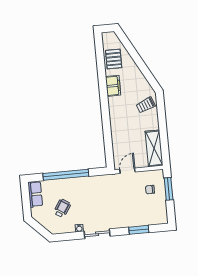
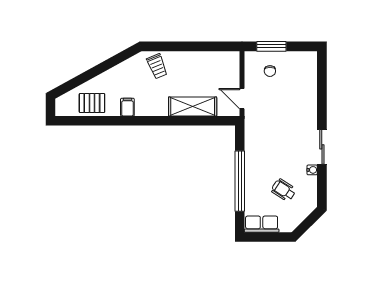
filing cabinet: (113, 86) -> (127, 107), width x0.50
shelving: (154, 148) -> (193, 107), moved
window: (139, 230) -> (322, 91), removed

